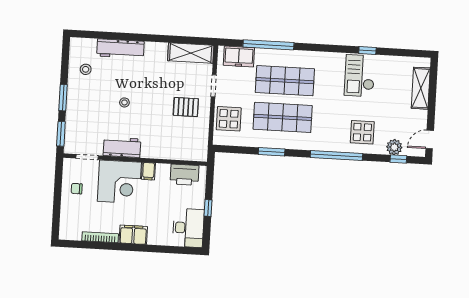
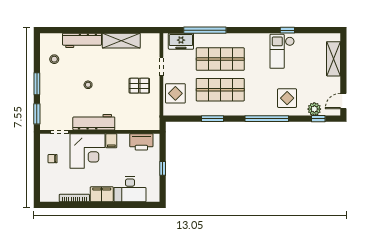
shelving: (191, 53) -> (121, 41), moved
workbench: (122, 147) -> (94, 122), width x1.37
desk: (188, 228) -> (130, 189), moved, turned 90

